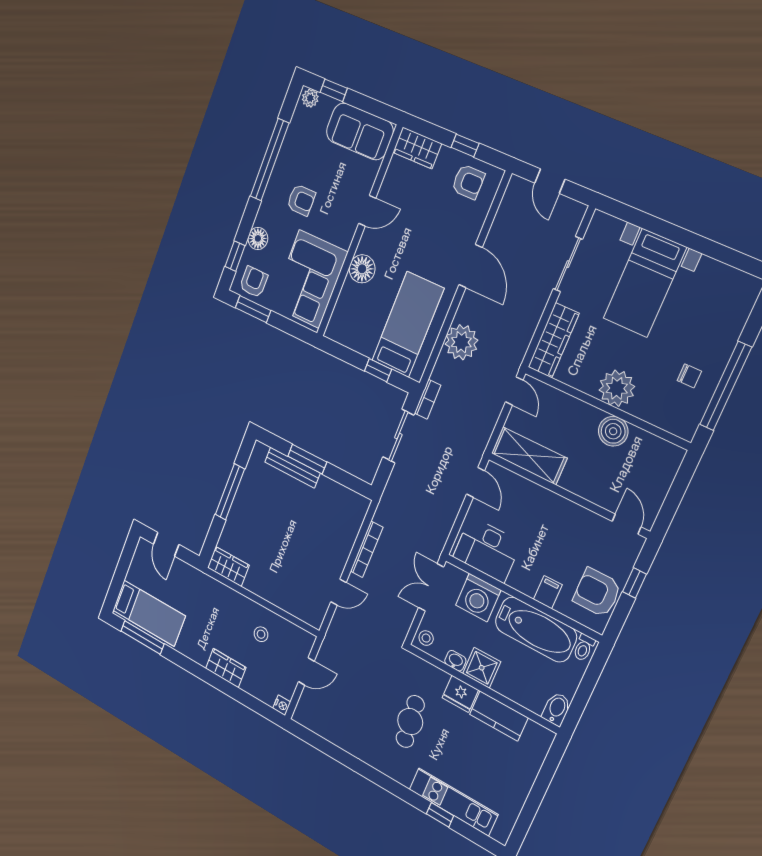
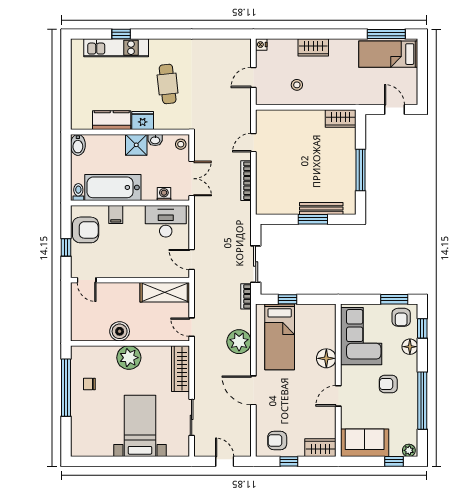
washing machine: (478, 598) -> (164, 194), width x0.53, depth x0.53

